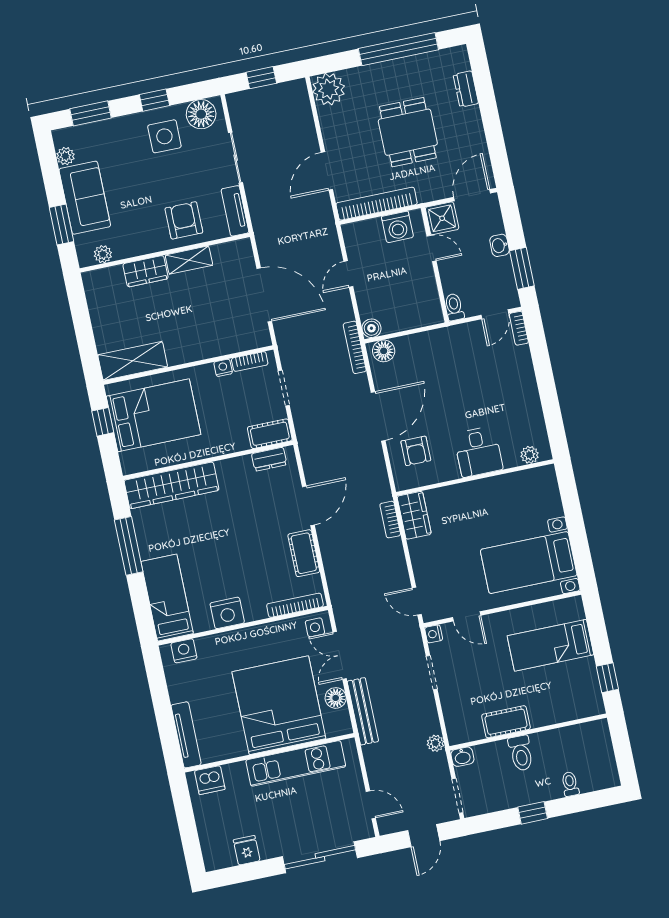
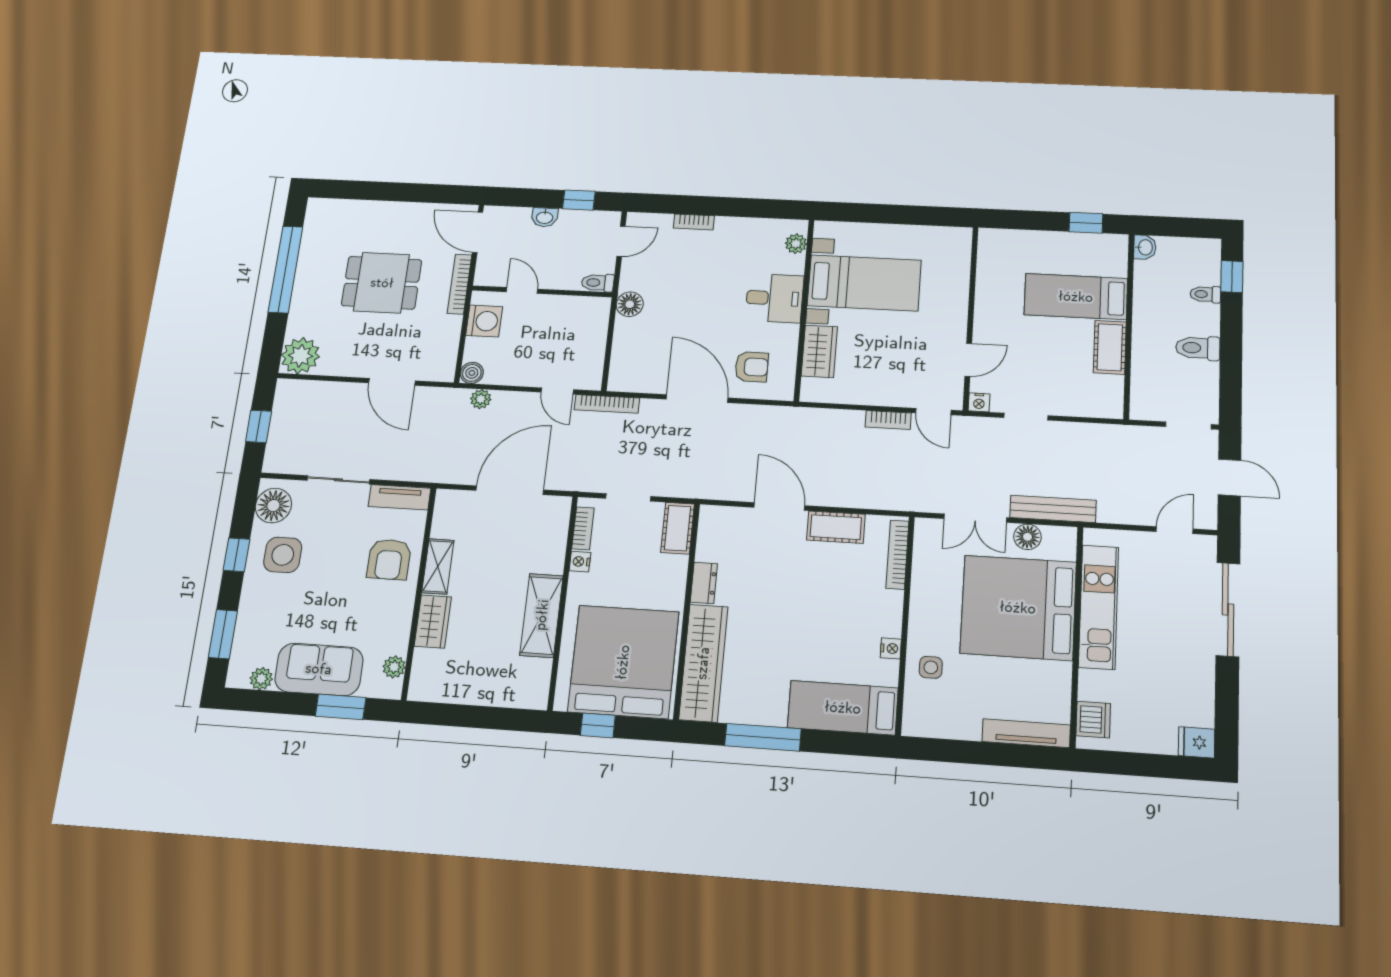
dresser: (466, 89) -> (357, 210), removed
bookcase: (377, 204) -> (459, 284), moved, width x0.68, depth x0.76
shower: (442, 218) -> (492, 271), removed
armchair: (184, 220) -> (389, 559), turned -90
door: (431, 248) -> (522, 290), hinge flipped
window: (522, 268) -> (579, 200), width x0.67
door: (348, 274) -> (557, 391), moved
door: (495, 314) -> (621, 241), hinge flipped
boiler: (371, 328) -> (472, 373), moved
bookcase: (519, 328) -> (694, 222), moved
floor lamp: (384, 351) -> (630, 304), moved
shelving: (133, 361) -> (542, 615), moved
bed: (154, 415) -> (623, 662), width x1.36
dresser: (269, 459) -> (704, 583), moved
wardrobe: (414, 515) -> (819, 351), moved, turned 90
bookcase: (390, 520) -> (888, 420), moved
bed with nightstands: (529, 563) -> (864, 283), moved, turned -90
door: (417, 601) -> (933, 412), hinge flipped
nightstand: (227, 613) -> (891, 648), width x0.53, depth x0.56
side table: (315, 627) -> (931, 667), moved
bed: (550, 645) -> (1076, 297), moved, turned 90
nightstand: (184, 651) -> (917, 706), removed
plant: (435, 743) -> (481, 399), moved
toilet: (521, 753) -> (1198, 348), moved, turned 180
washbasin: (462, 757) -> (1145, 247), moved
window: (533, 813) -> (1232, 277), moved
fridge: (247, 850) -> (1197, 742), moved

